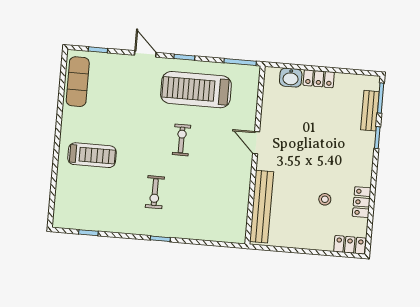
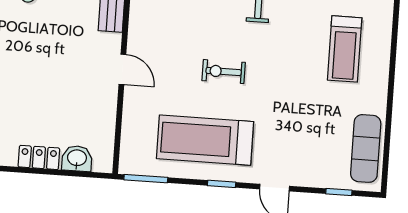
treadmill: (196, 90) -> (205, 140), turned 180
exercise bike: (182, 140) -> (224, 72), turned 90
treadmill: (92, 155) -> (345, 49), turned -90

